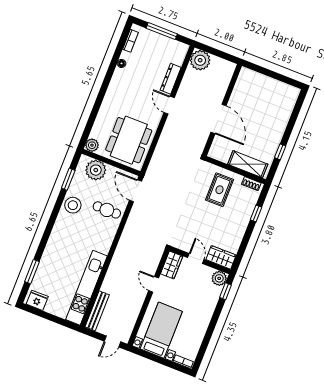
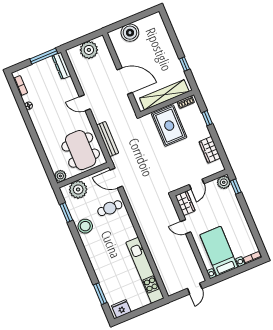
window: (162, 31) -> (44, 56), moved
plant: (200, 60) -> (89, 50), moved
dresser: (171, 79) -> (61, 66), moved
boiler: (261, 84) -> (130, 33), added
shelving: (248, 164) -> (164, 95), width x1.47
rug: (220, 190) -> (169, 126), width x1.36, depth x1.43
wardrobe: (221, 257) -> (210, 150), moved, turned -90
door: (196, 259) -> (197, 184), swing flipped
bench: (97, 311) -> (108, 139), moved

